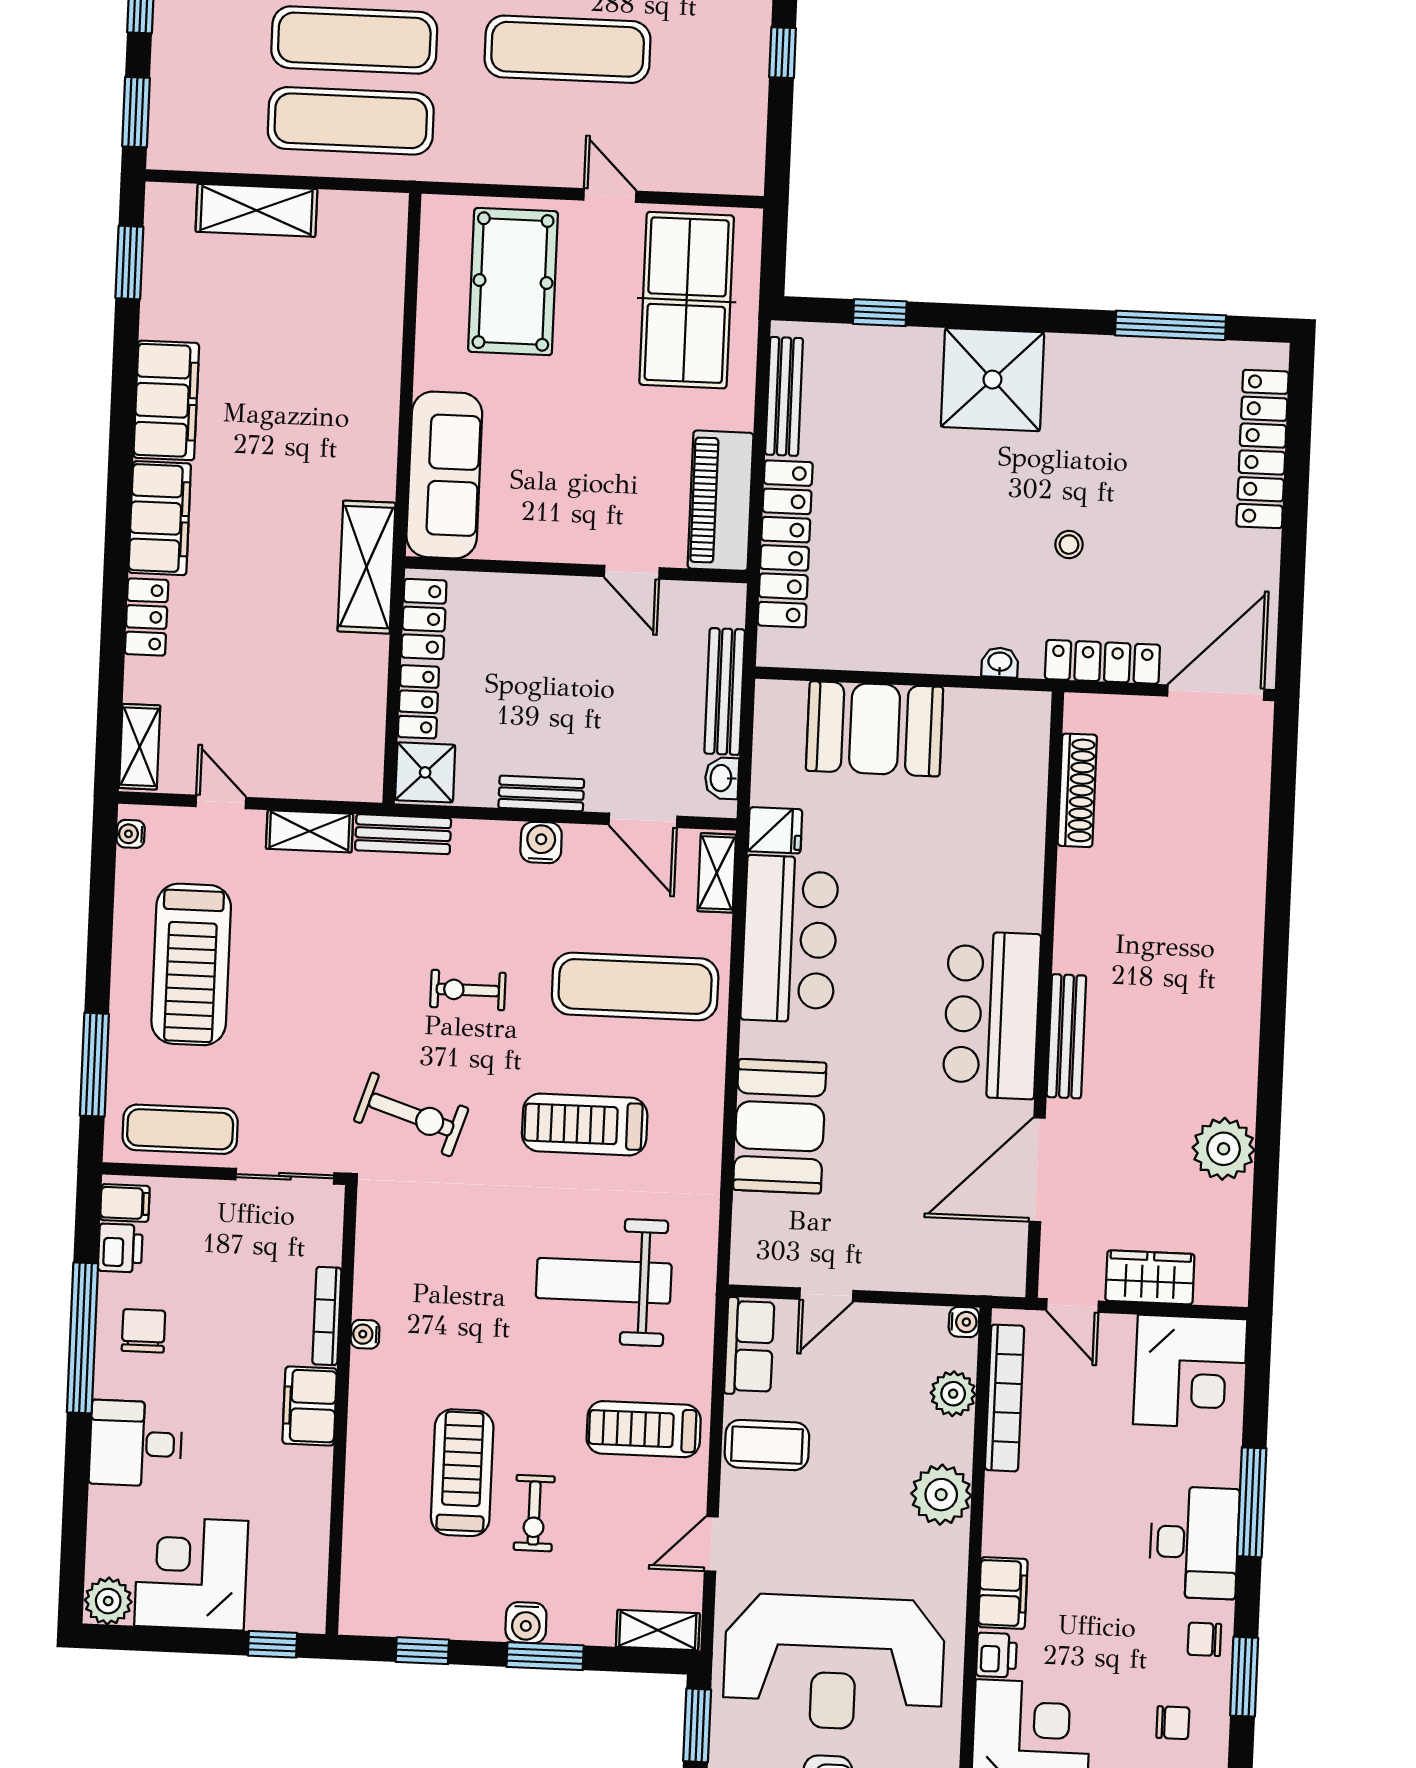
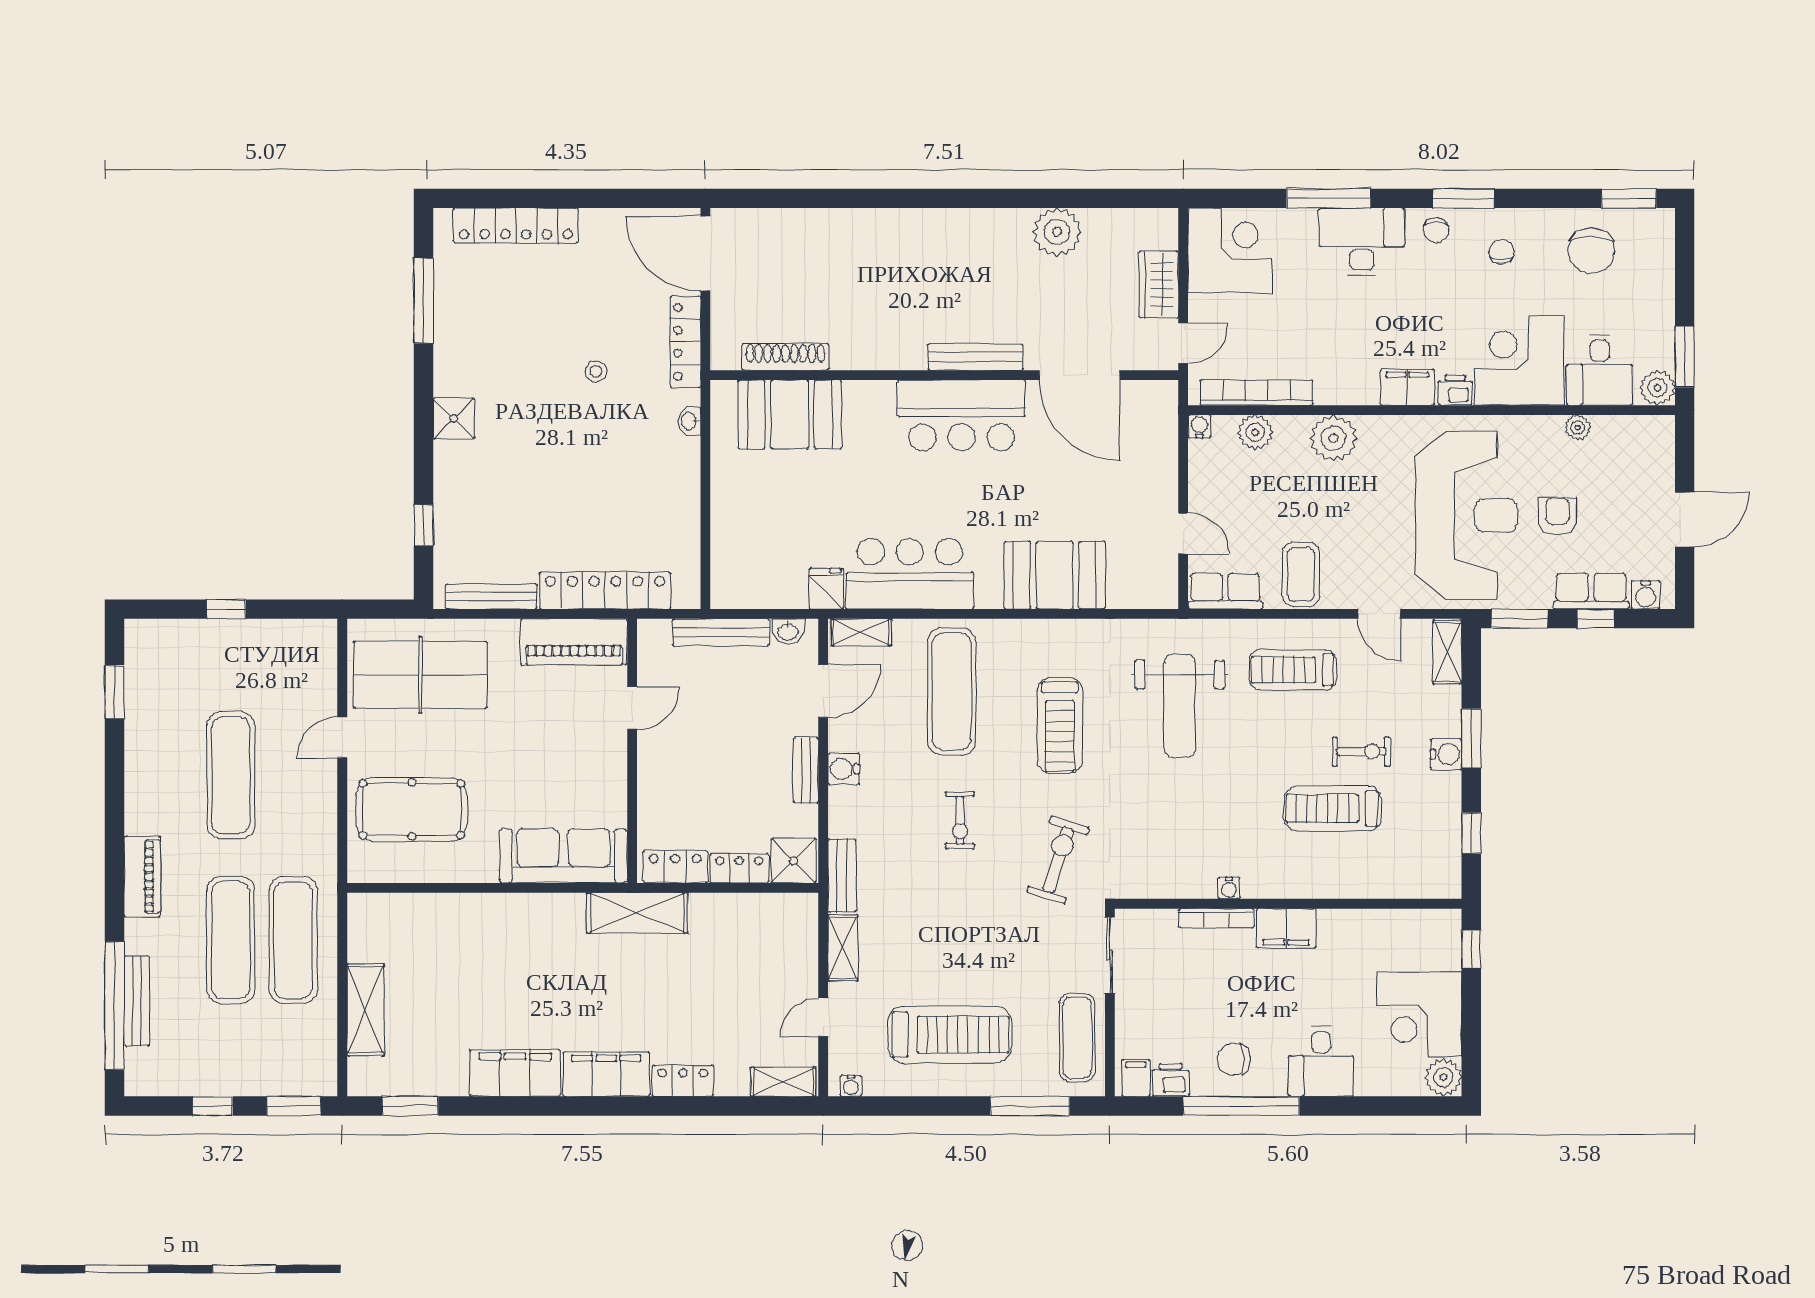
shower: (992, 380) -> (454, 418), width x0.54, depth x0.54
booth: (875, 729) -> (790, 414), moved, turned 90
treadmill: (644, 1429) -> (1293, 670), turned 90

